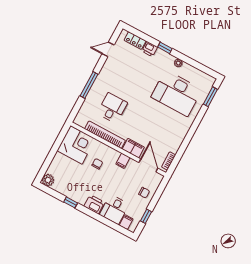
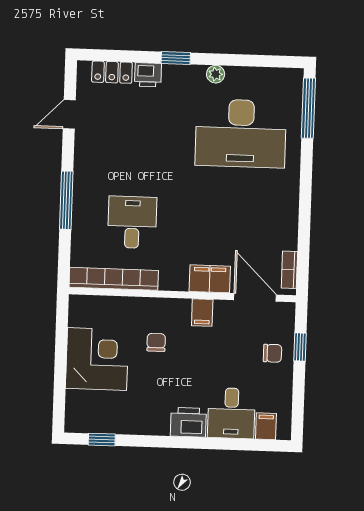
window: (210, 97) -> (308, 108), width x1.44
bookcase: (105, 135) -> (114, 279), moved
corner desk: (76, 145) -> (97, 359), moved
plant: (48, 180) -> (78, 420), removed
window: (71, 202) -> (102, 440), moved
window: (146, 216) -> (300, 347), moved

